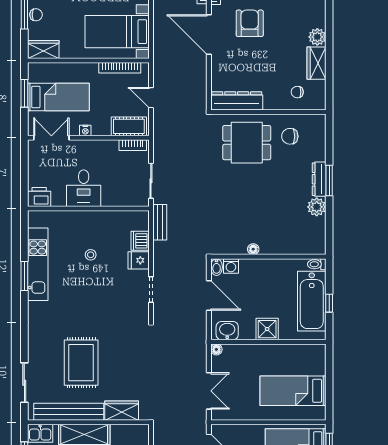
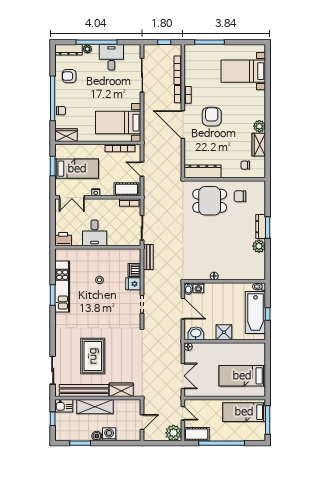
double door: (51, 138) -> (72, 197), swing flipped

